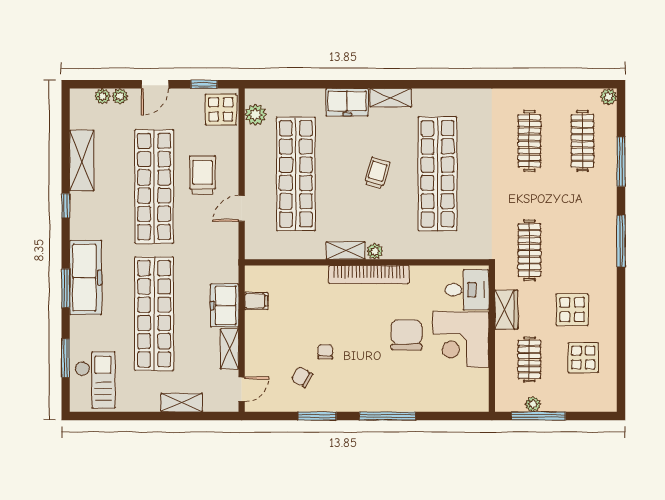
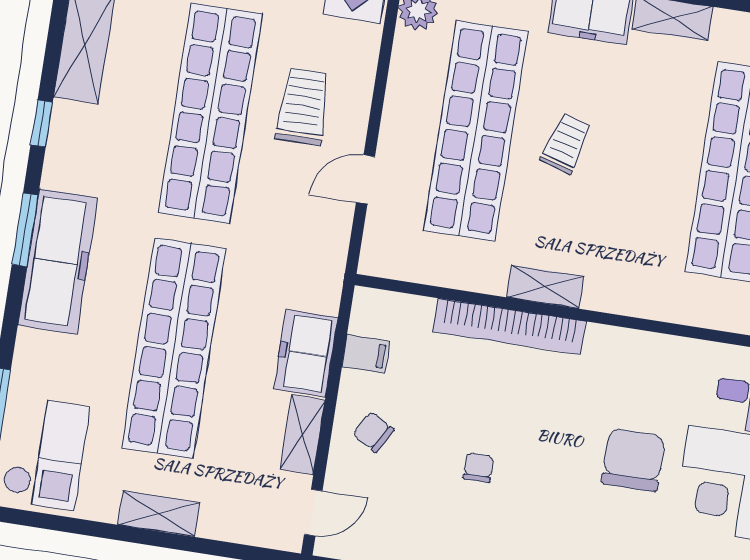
trolley: (377, 173) -> (566, 143), moved
plant: (375, 251) -> (599, 297), removed
bookcase: (369, 274) -> (509, 326), moved
window: (66, 288) -> (25, 230), moved
chair: (302, 377) -> (373, 432), moved
shelving: (182, 403) -> (159, 514), moved

